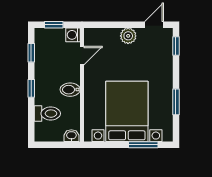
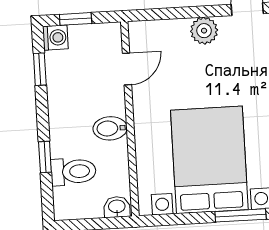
washing machine: (73, 35) -> (55, 38), moved, turned 180
window: (31, 88) -> (45, 157), moved

